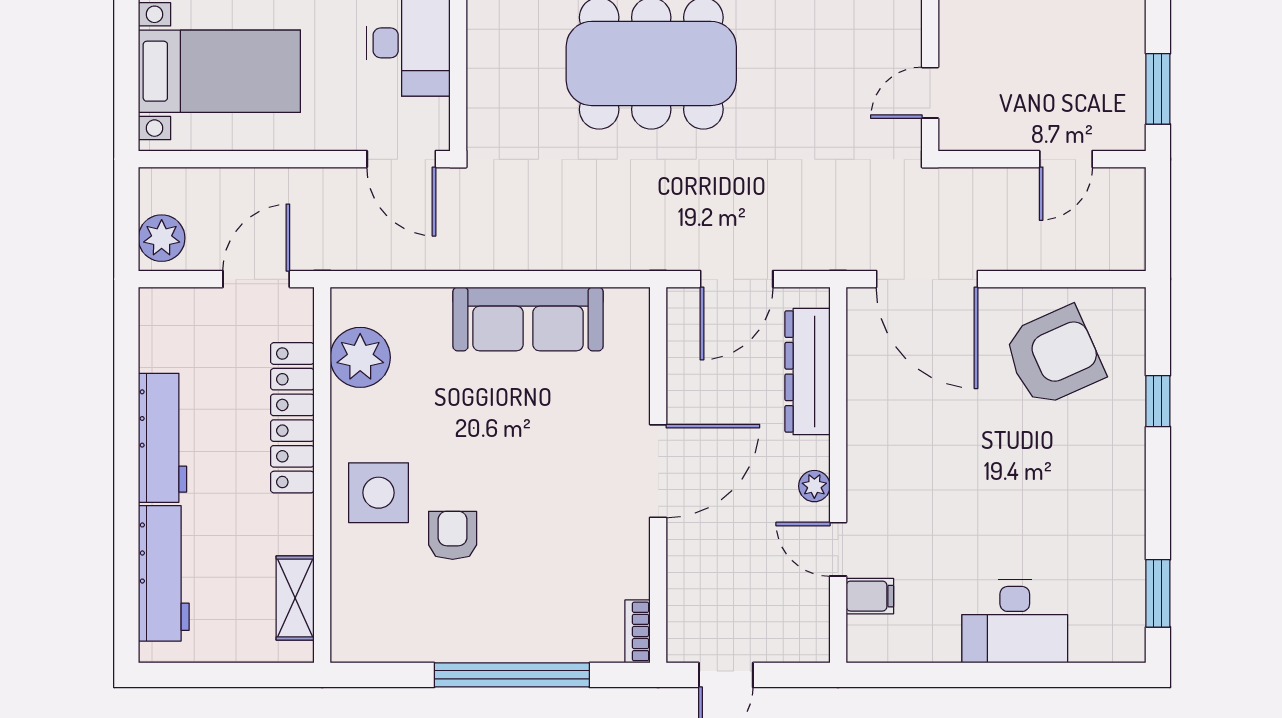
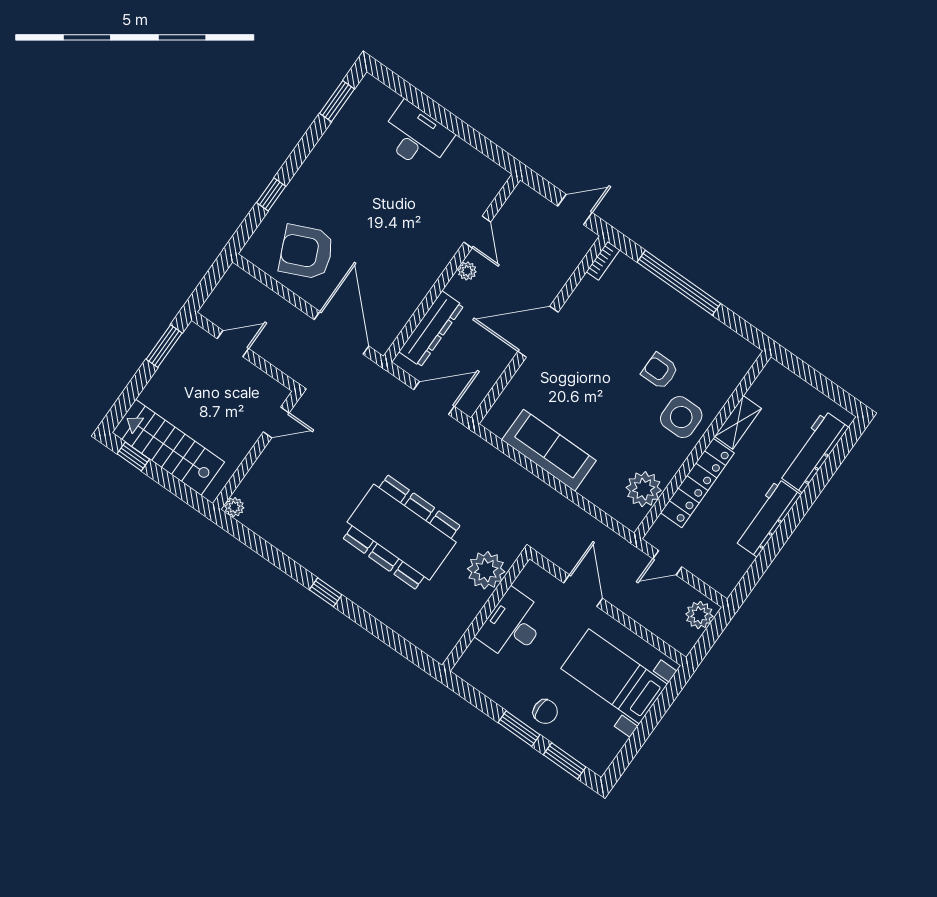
plant: (498, 93) -> (486, 570), added
door: (401, 159) -> (583, 591), moved
door: (256, 279) -> (667, 563), width x0.73
armchair: (453, 535) -> (660, 371), turned 90
filing cabinet: (870, 596) -> (478, 198), removed
shelving: (295, 598) -> (738, 422), moved

